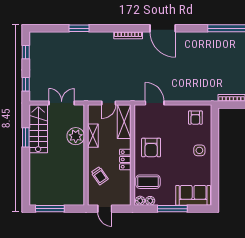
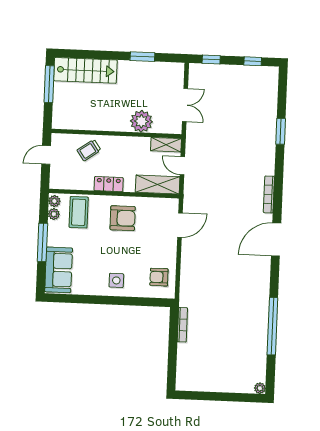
stairs: (38, 129) -> (85, 70), moved
shelving: (93, 136) -> (166, 145), moved
armchair: (151, 148) -> (123, 218), turned 180

